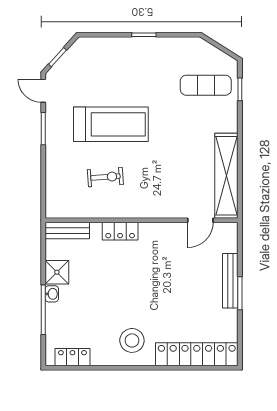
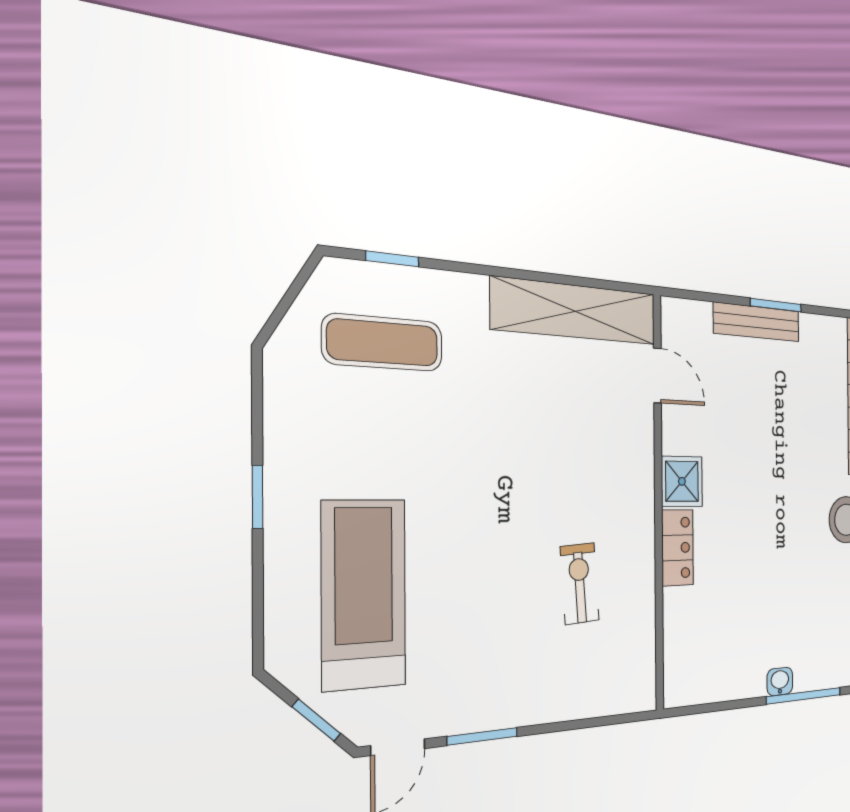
exercise mat: (206, 85) -> (383, 343), turned 90
treadmill: (111, 124) -> (364, 594), moved
bench: (67, 231) -> (677, 660), removed
shower: (57, 272) -> (682, 481), moved

